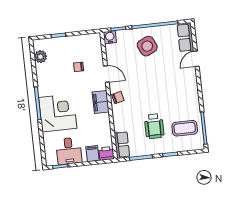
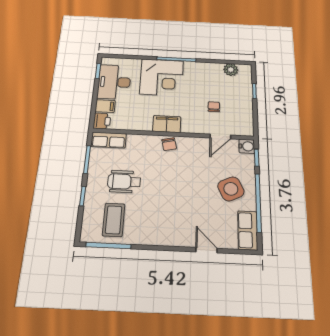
row of seats: (186, 38) -> (248, 230), moved, turned -90
door: (106, 74) -> (220, 136), moved
desk: (69, 151) -> (114, 82), width x1.37

